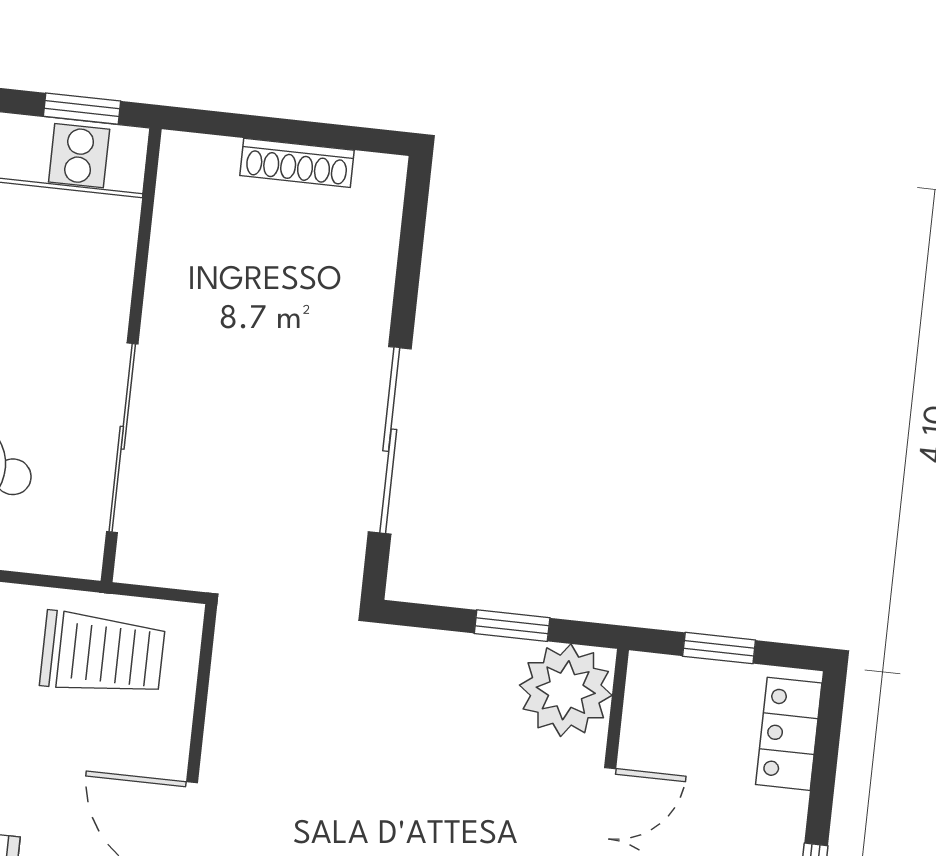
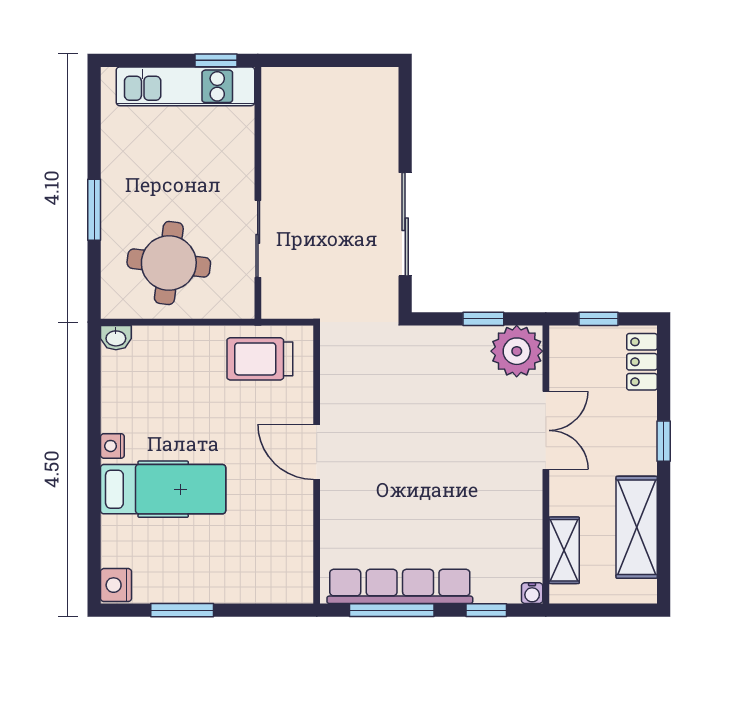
shoe rack: (297, 163) -> (338, 77), removed
sliding door: (122, 438) -> (258, 239), width x0.73
trolley: (102, 654) -> (260, 359), turned 180

